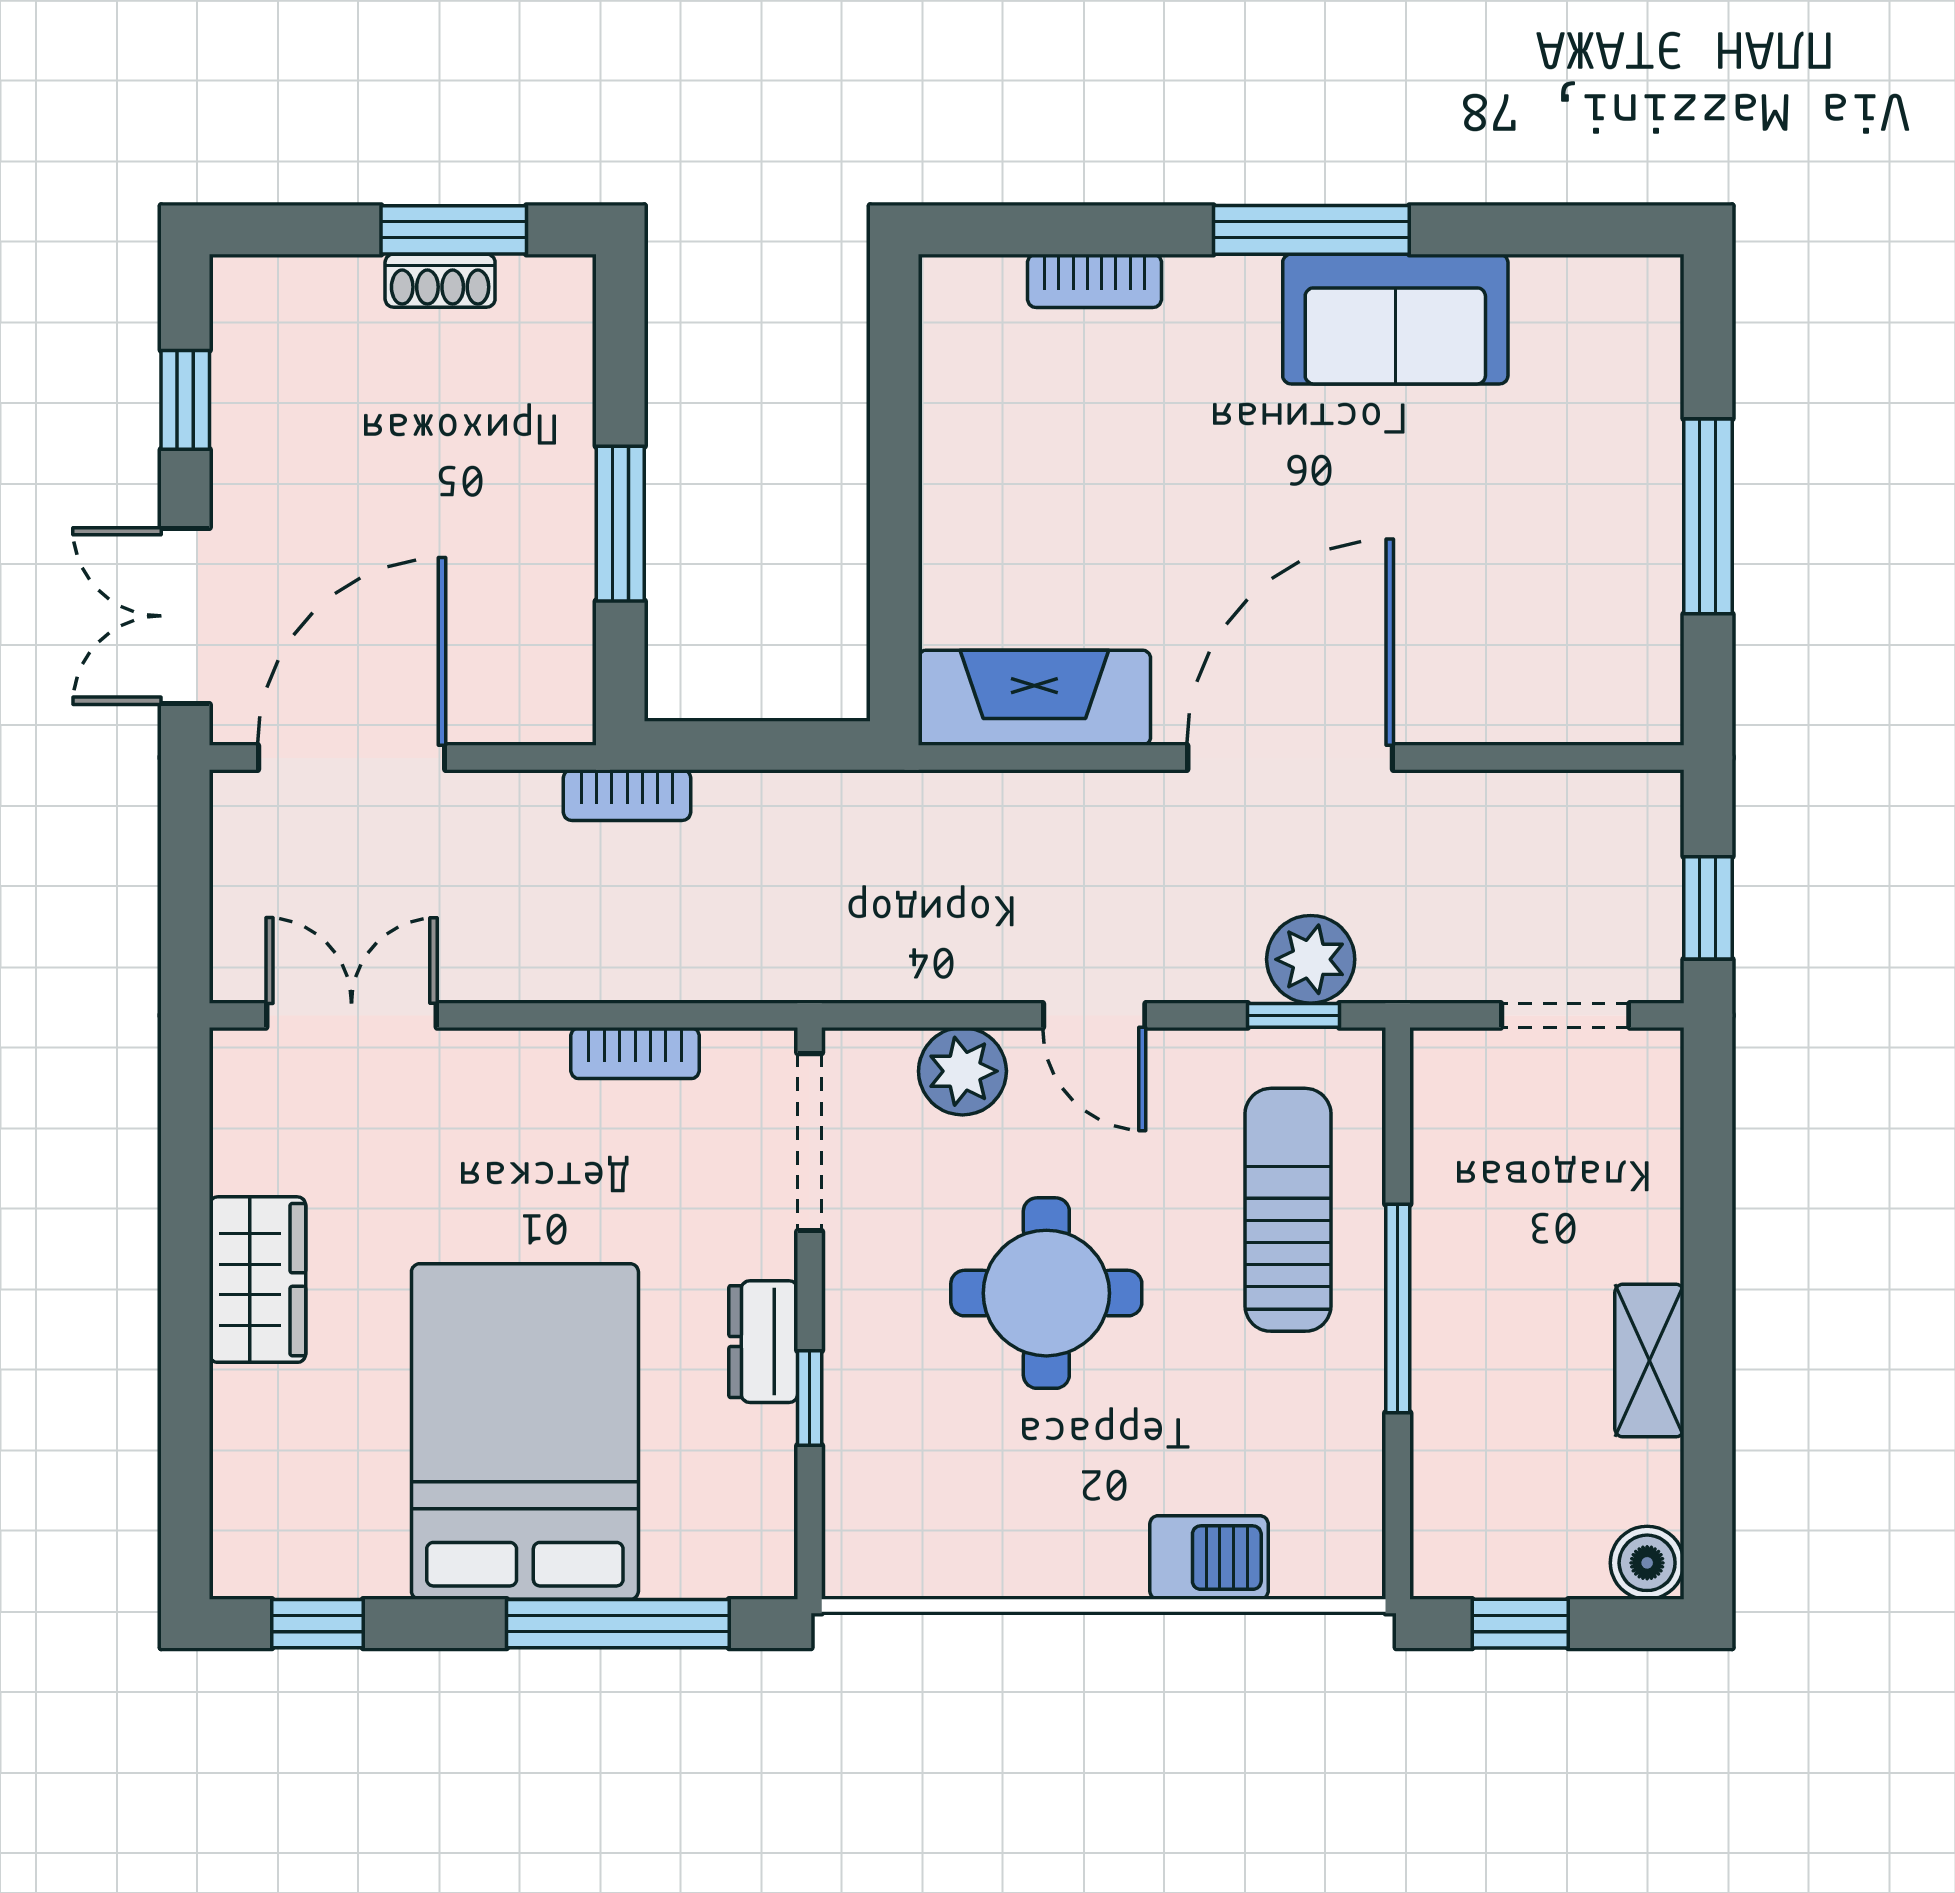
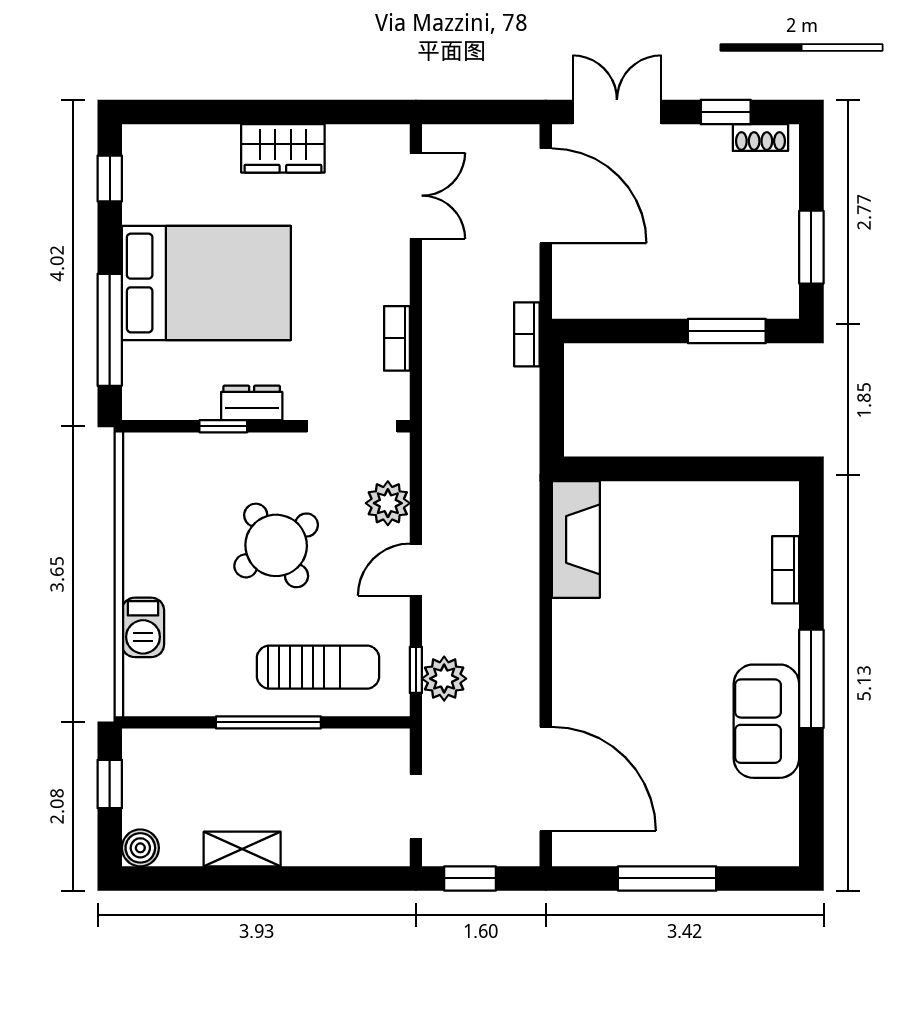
shoe rack: (440, 281) -> (760, 138), moved, turned -90
window: (620, 524) -> (727, 331), moved
door: (1290, 758) -> (546, 779), moved
round table: (1046, 1293) -> (276, 545), turned -34

